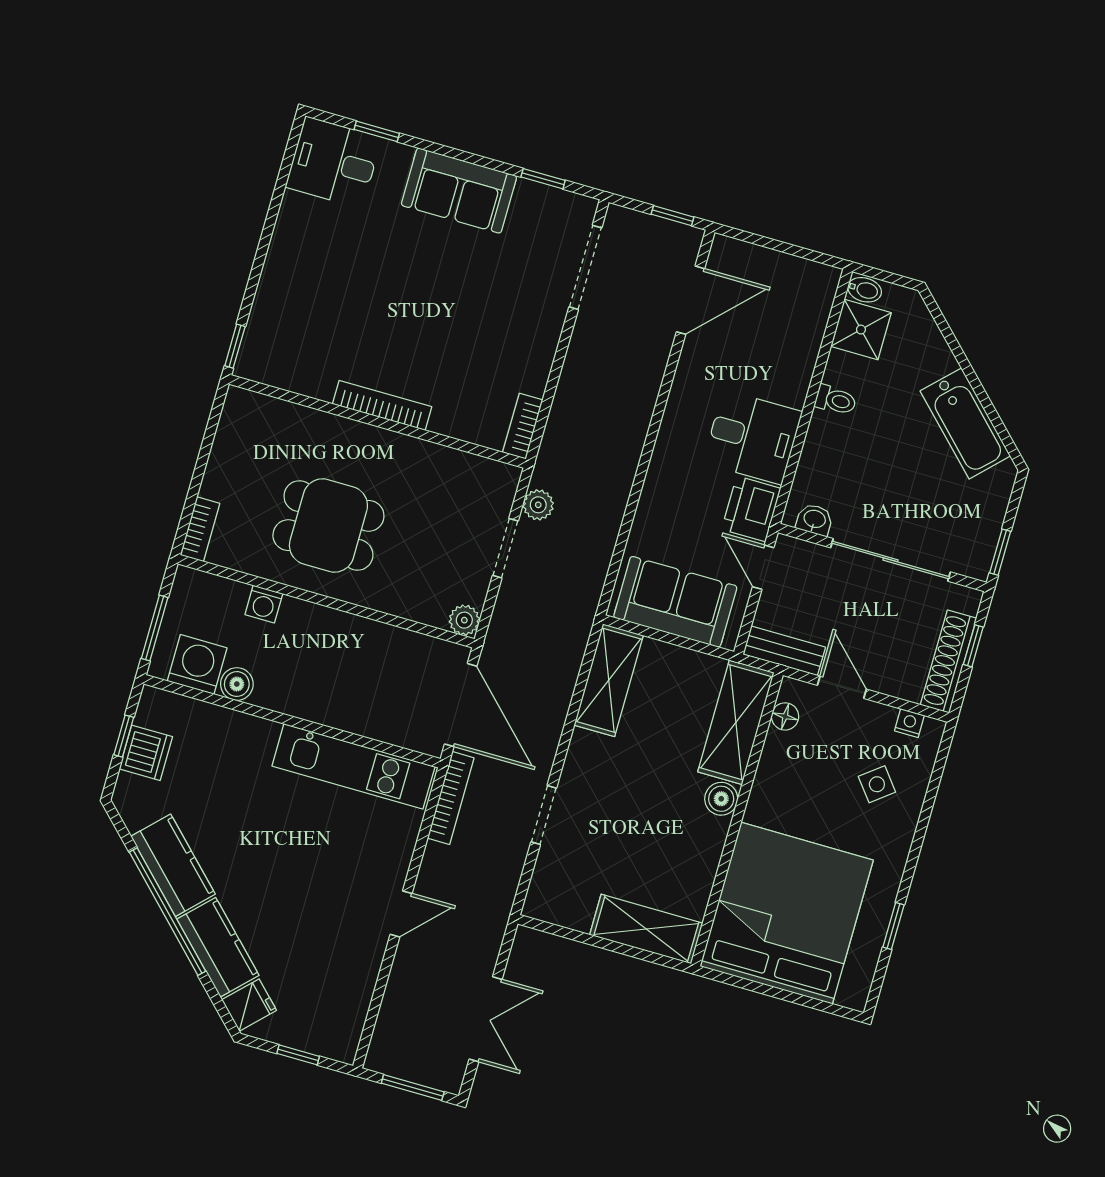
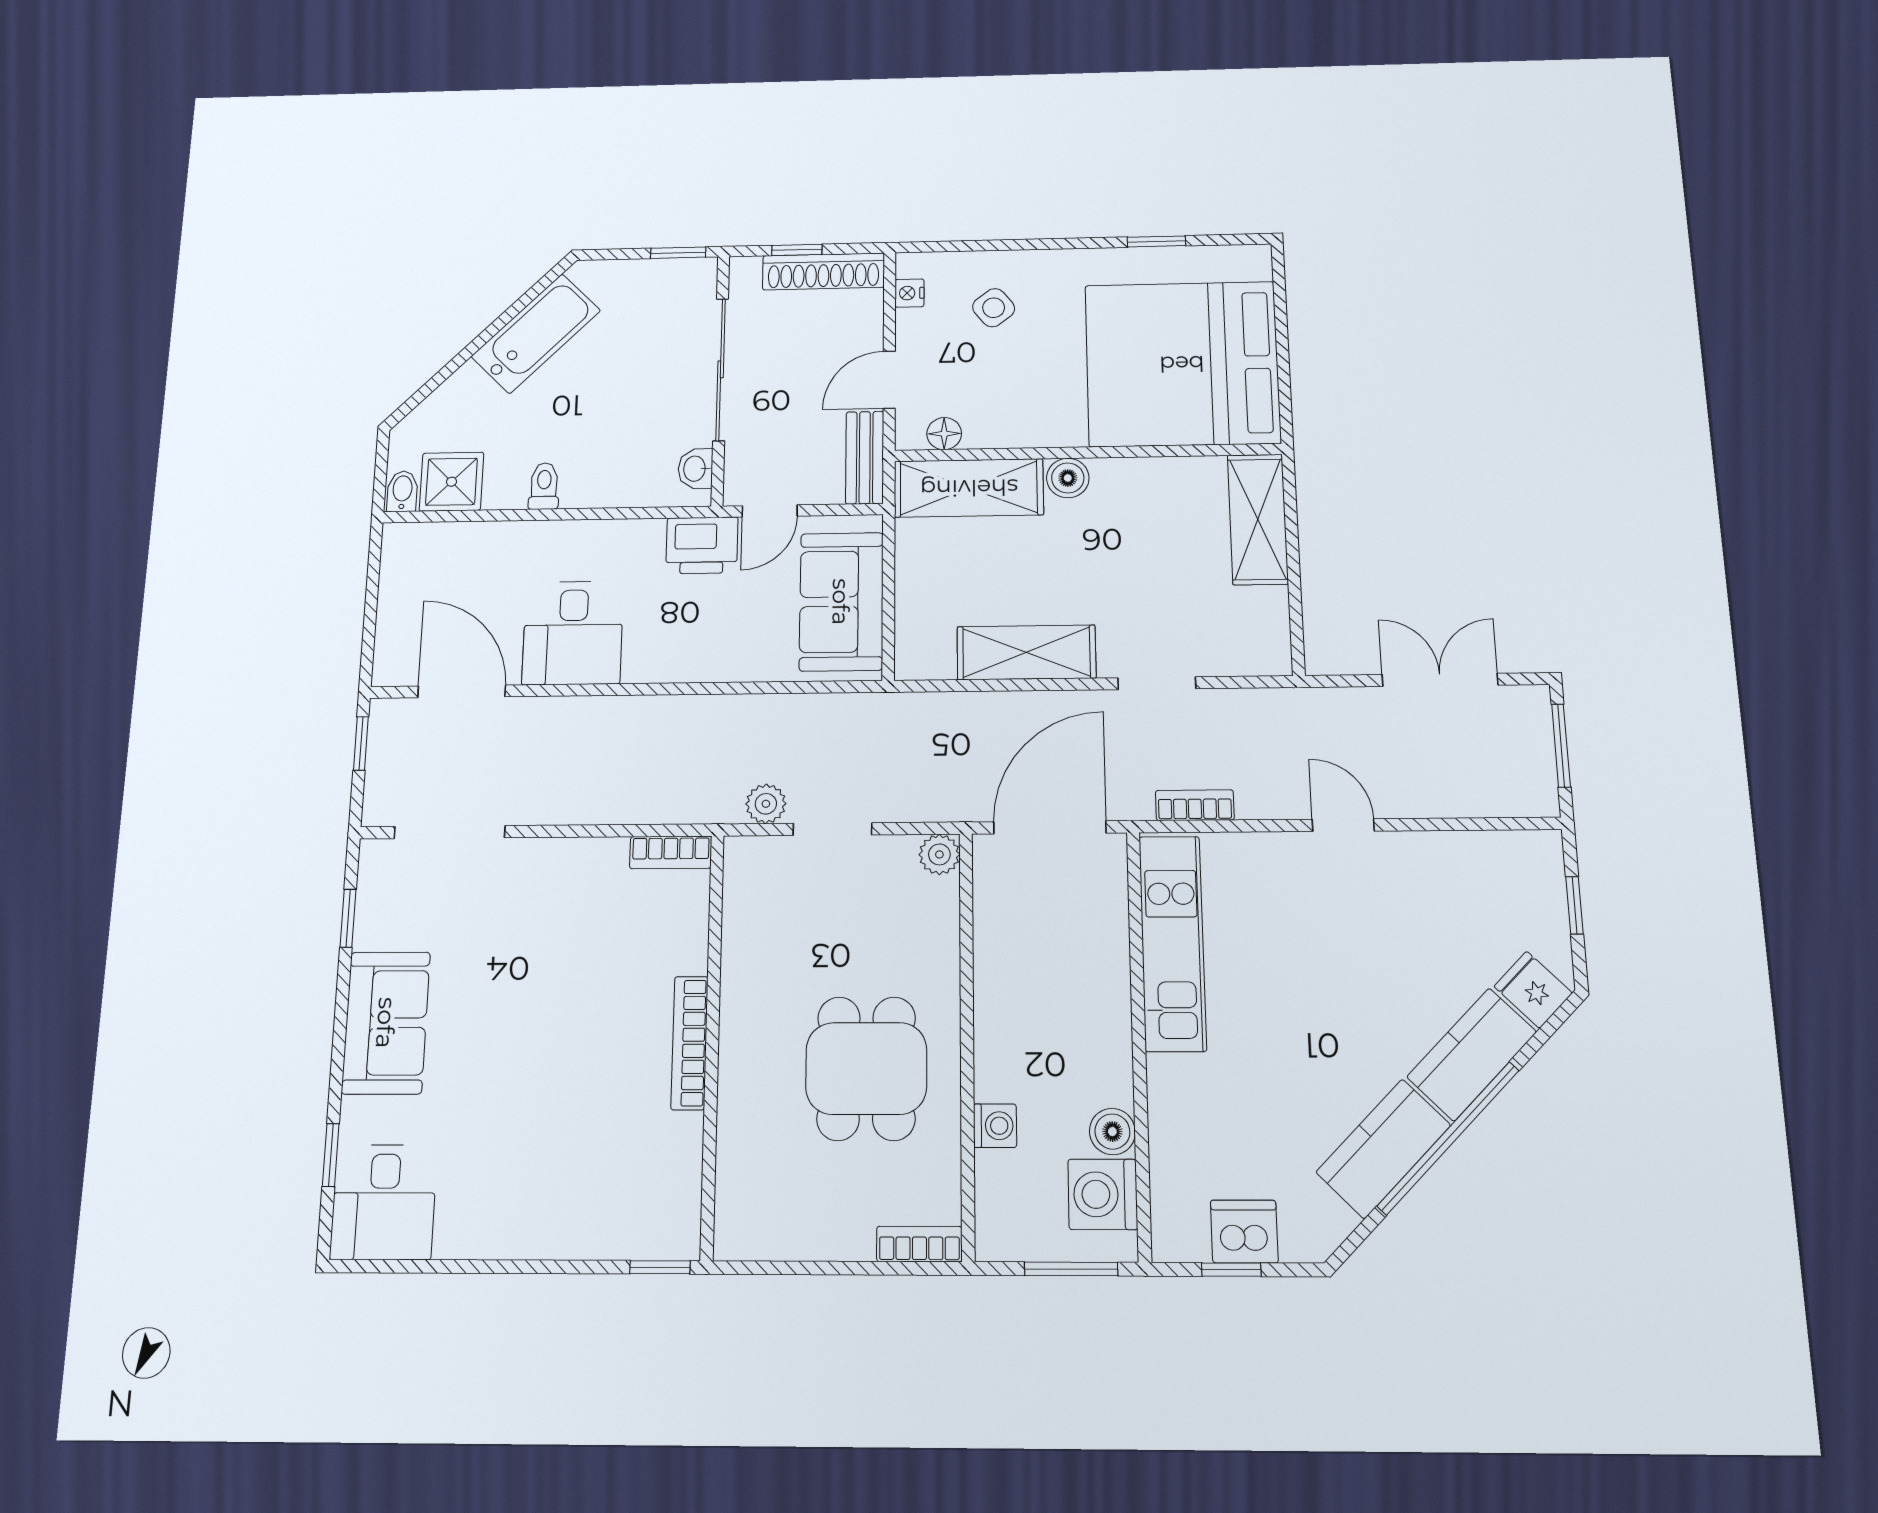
desk: (753, 437) -> (573, 633), moved, turned 180
shelving: (609, 680) -> (1026, 652), moved
bookcase: (451, 798) -> (1195, 805), width x0.64

